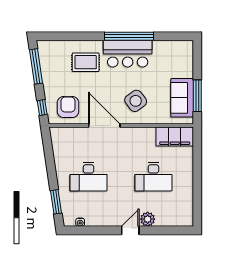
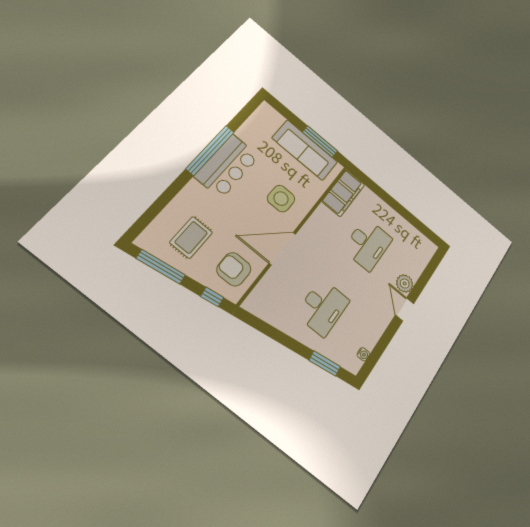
rug: (86, 62) -> (191, 237), moved
sofa: (182, 98) -> (305, 150), width x1.36
side table: (136, 101) -> (281, 199), turned 37

